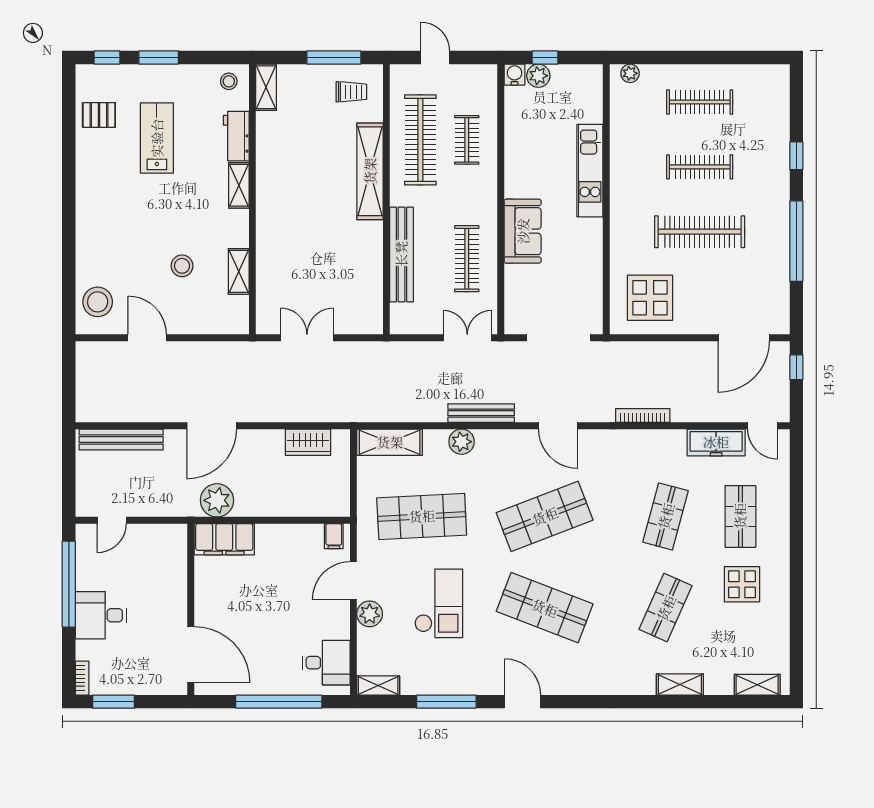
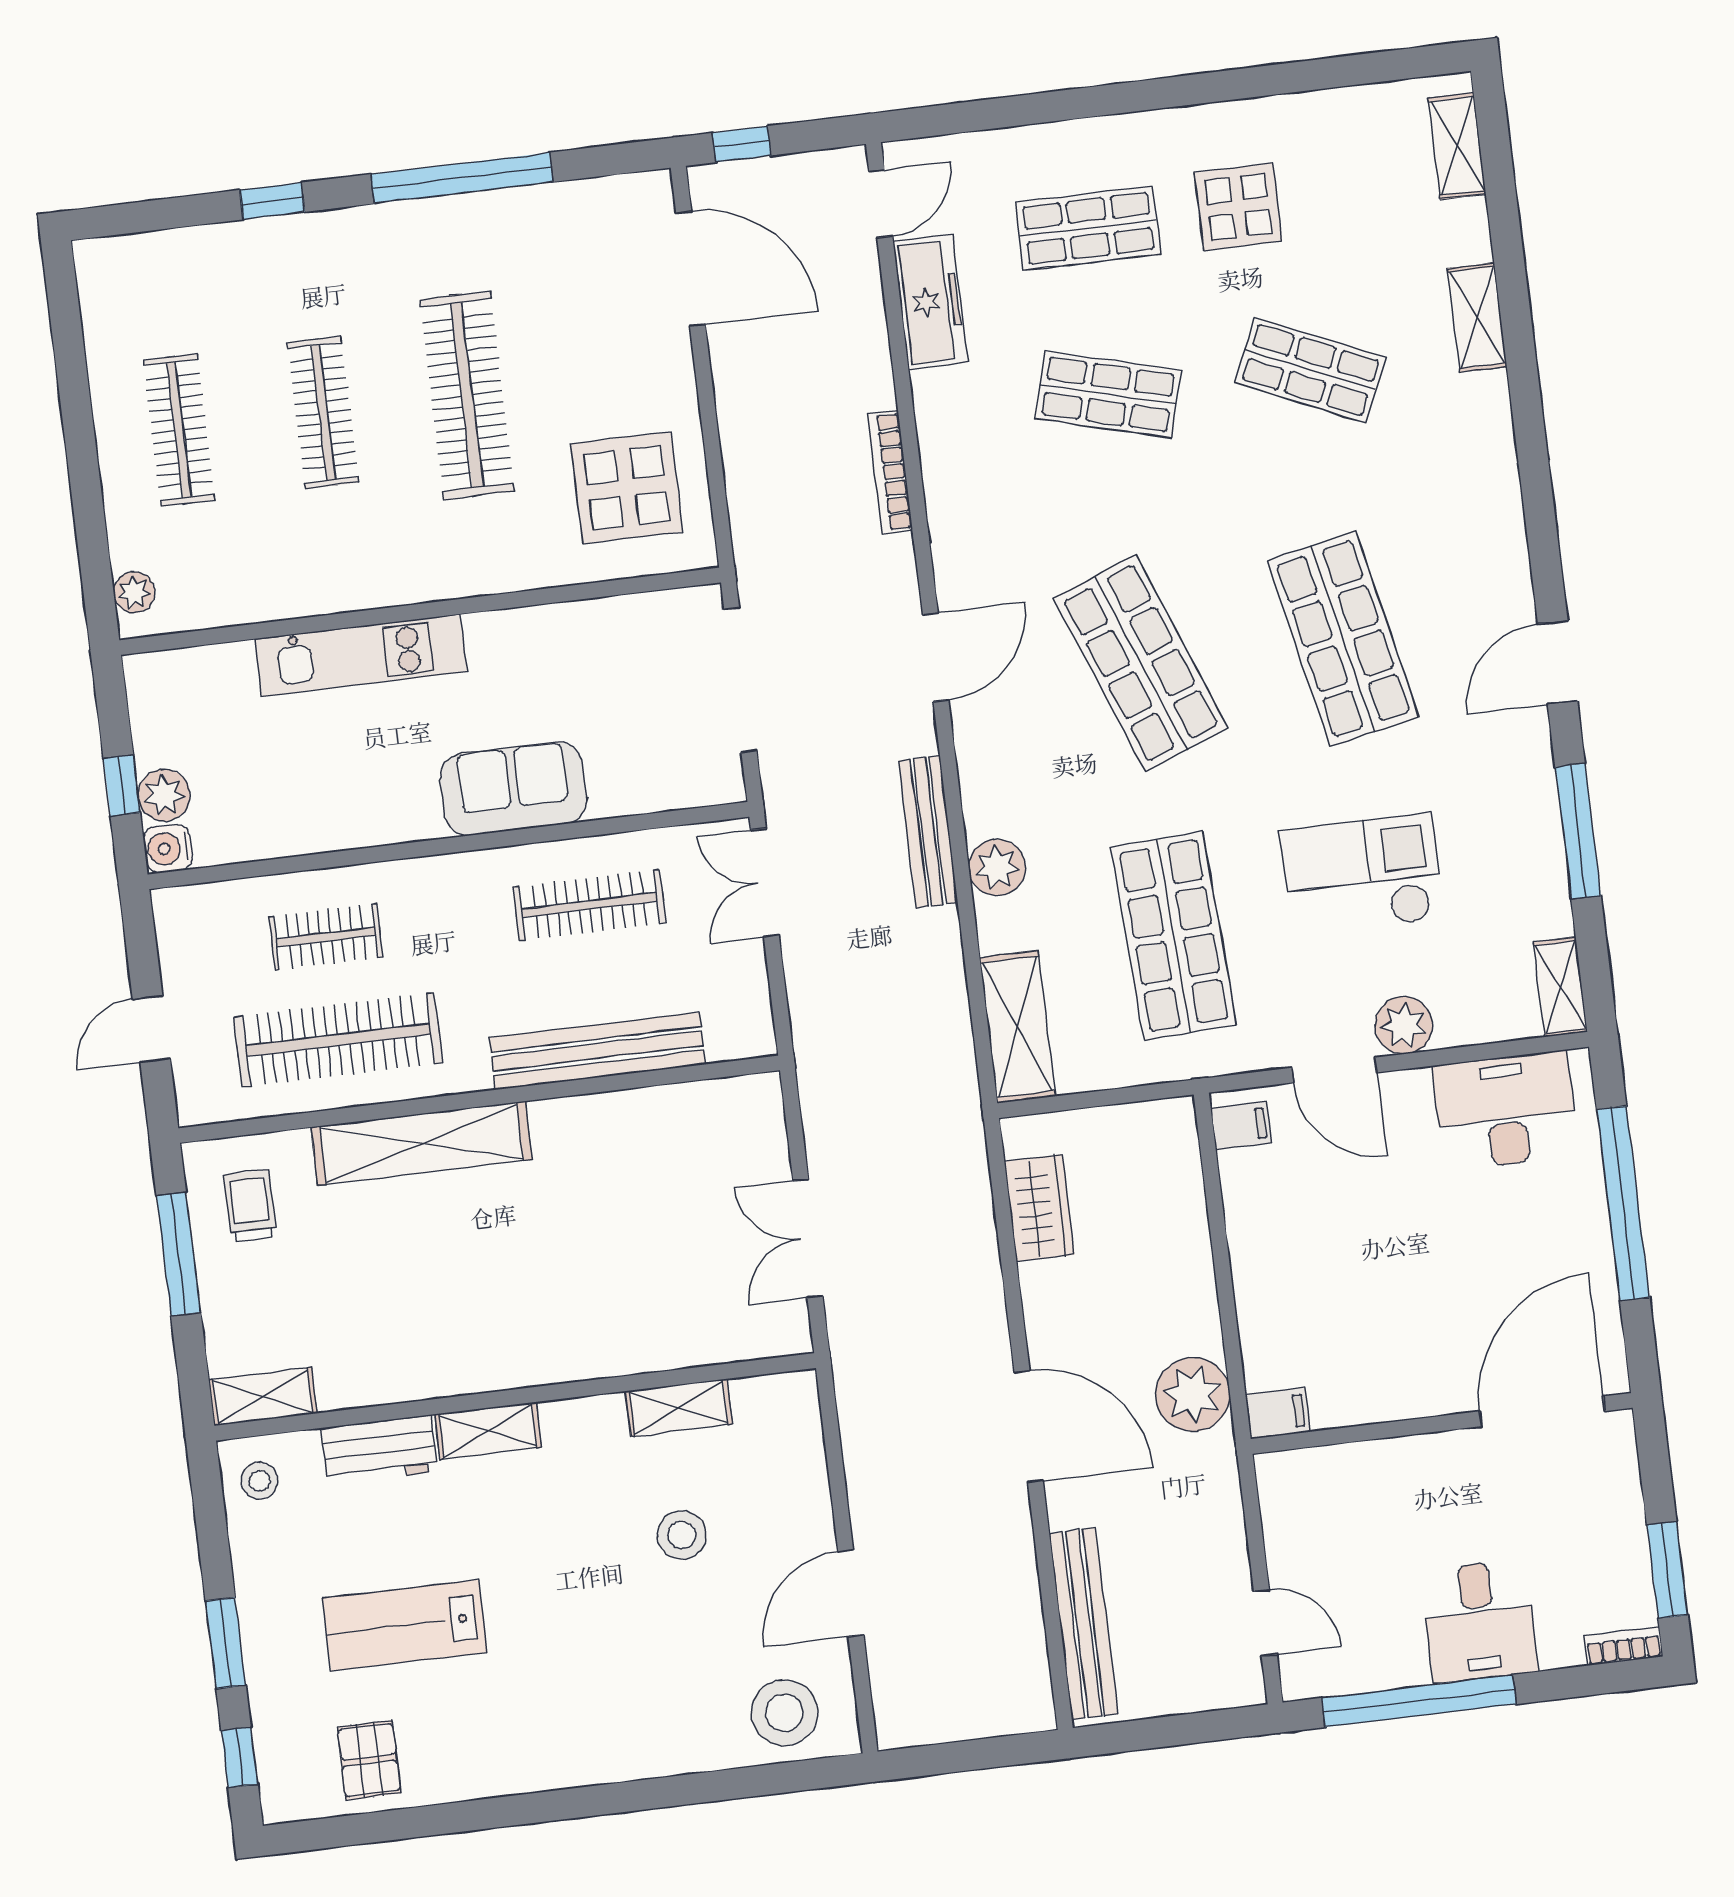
filing cabinet: (224, 539) -> (1278, 1413), width x0.33, depth x0.86
shop shelf: (545, 608) -> (1343, 639), turned -33
desk: (326, 663) -> (1505, 1111), width x1.37

